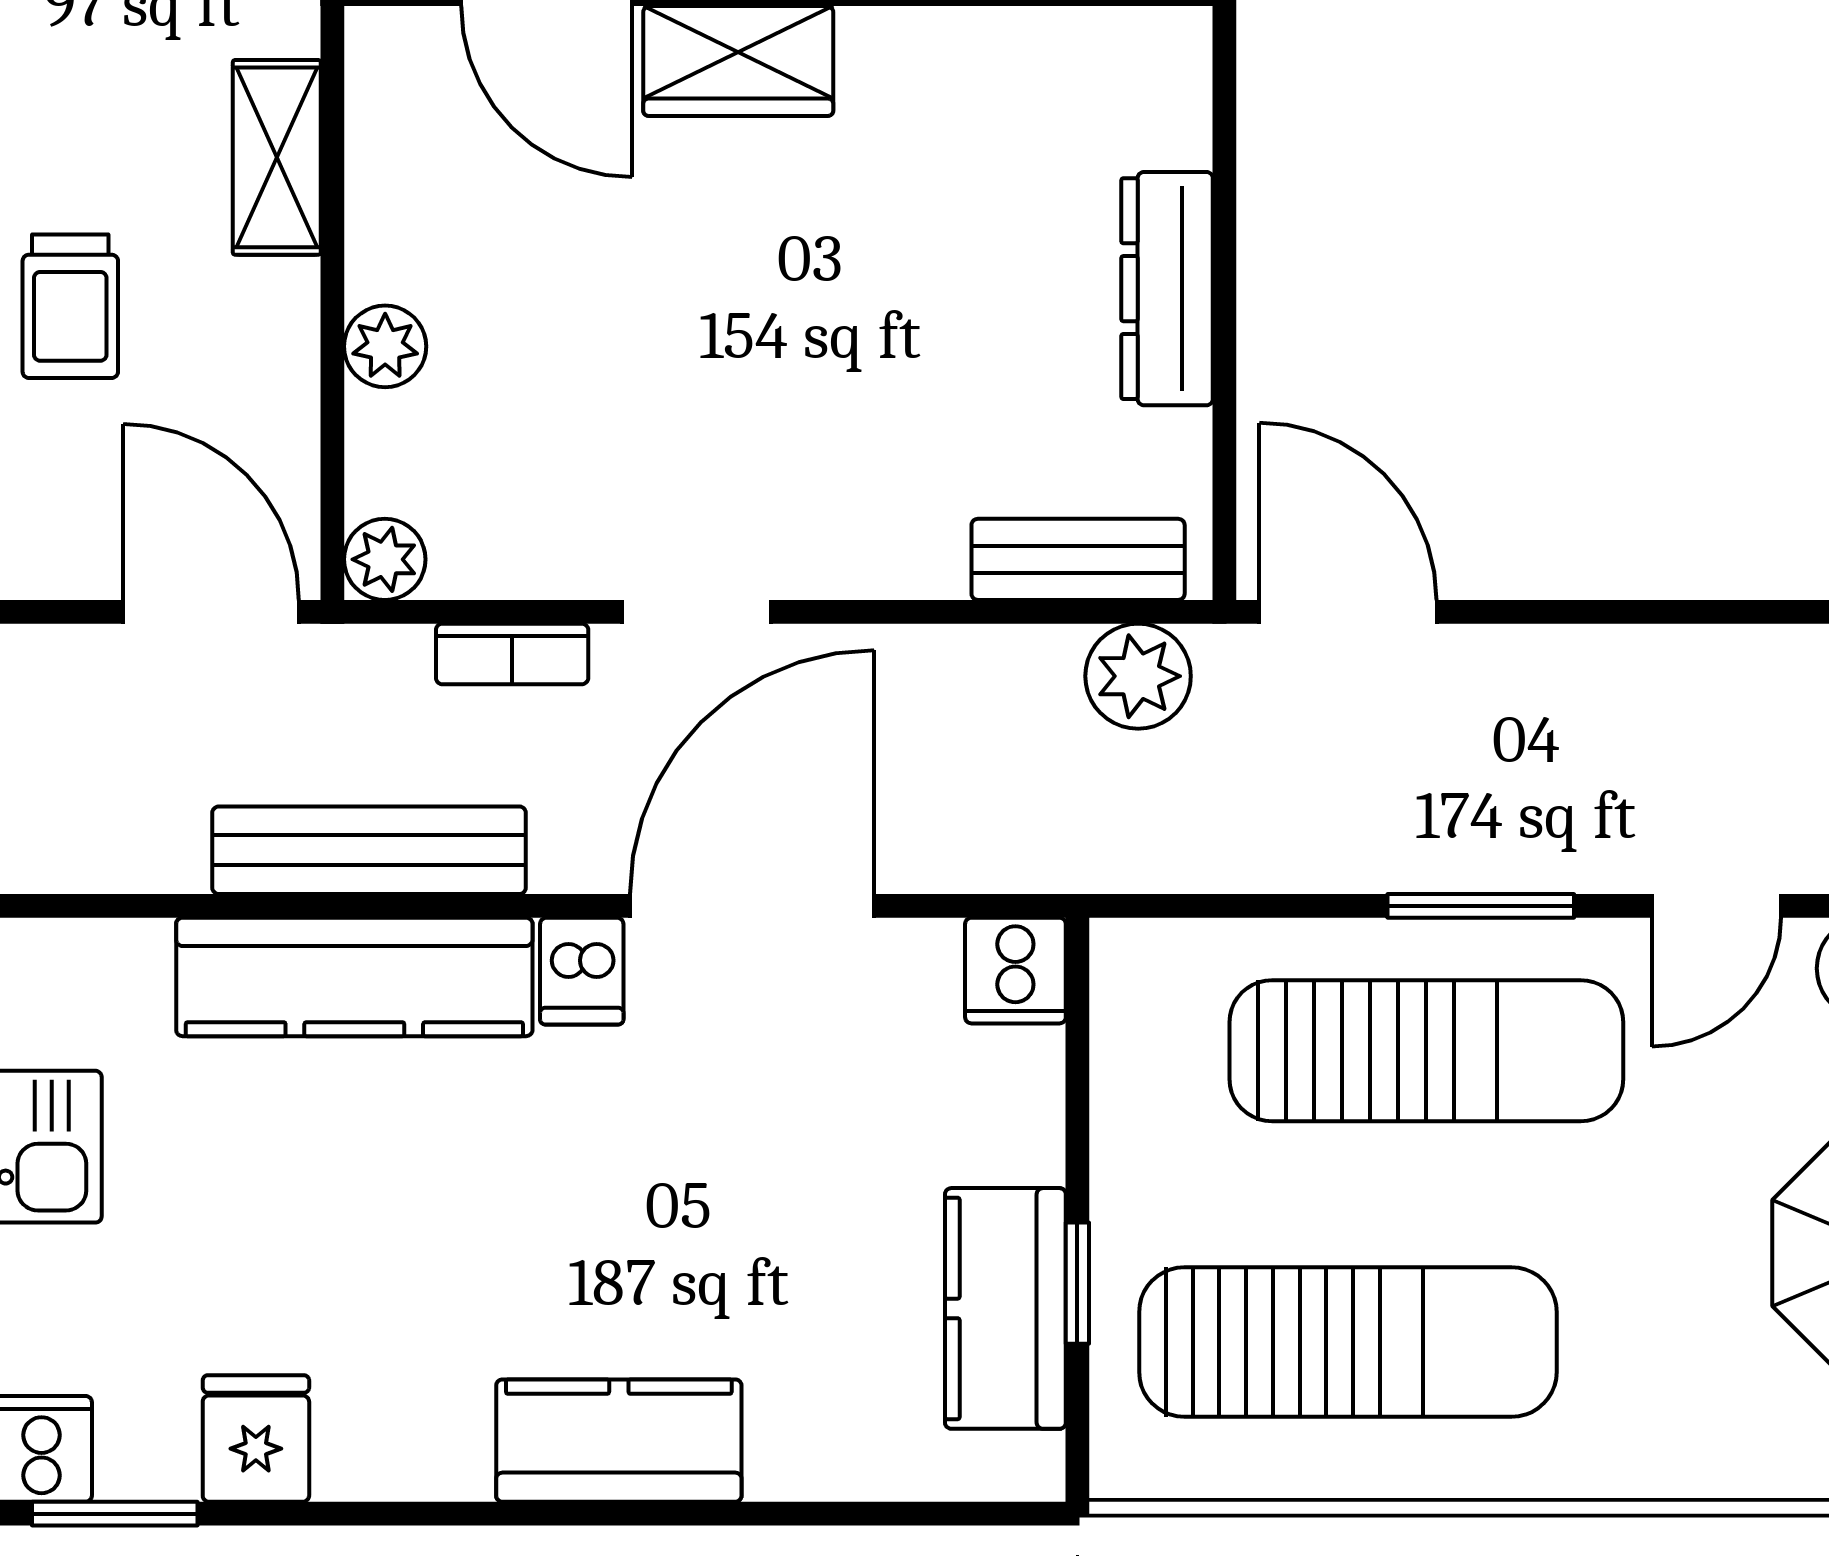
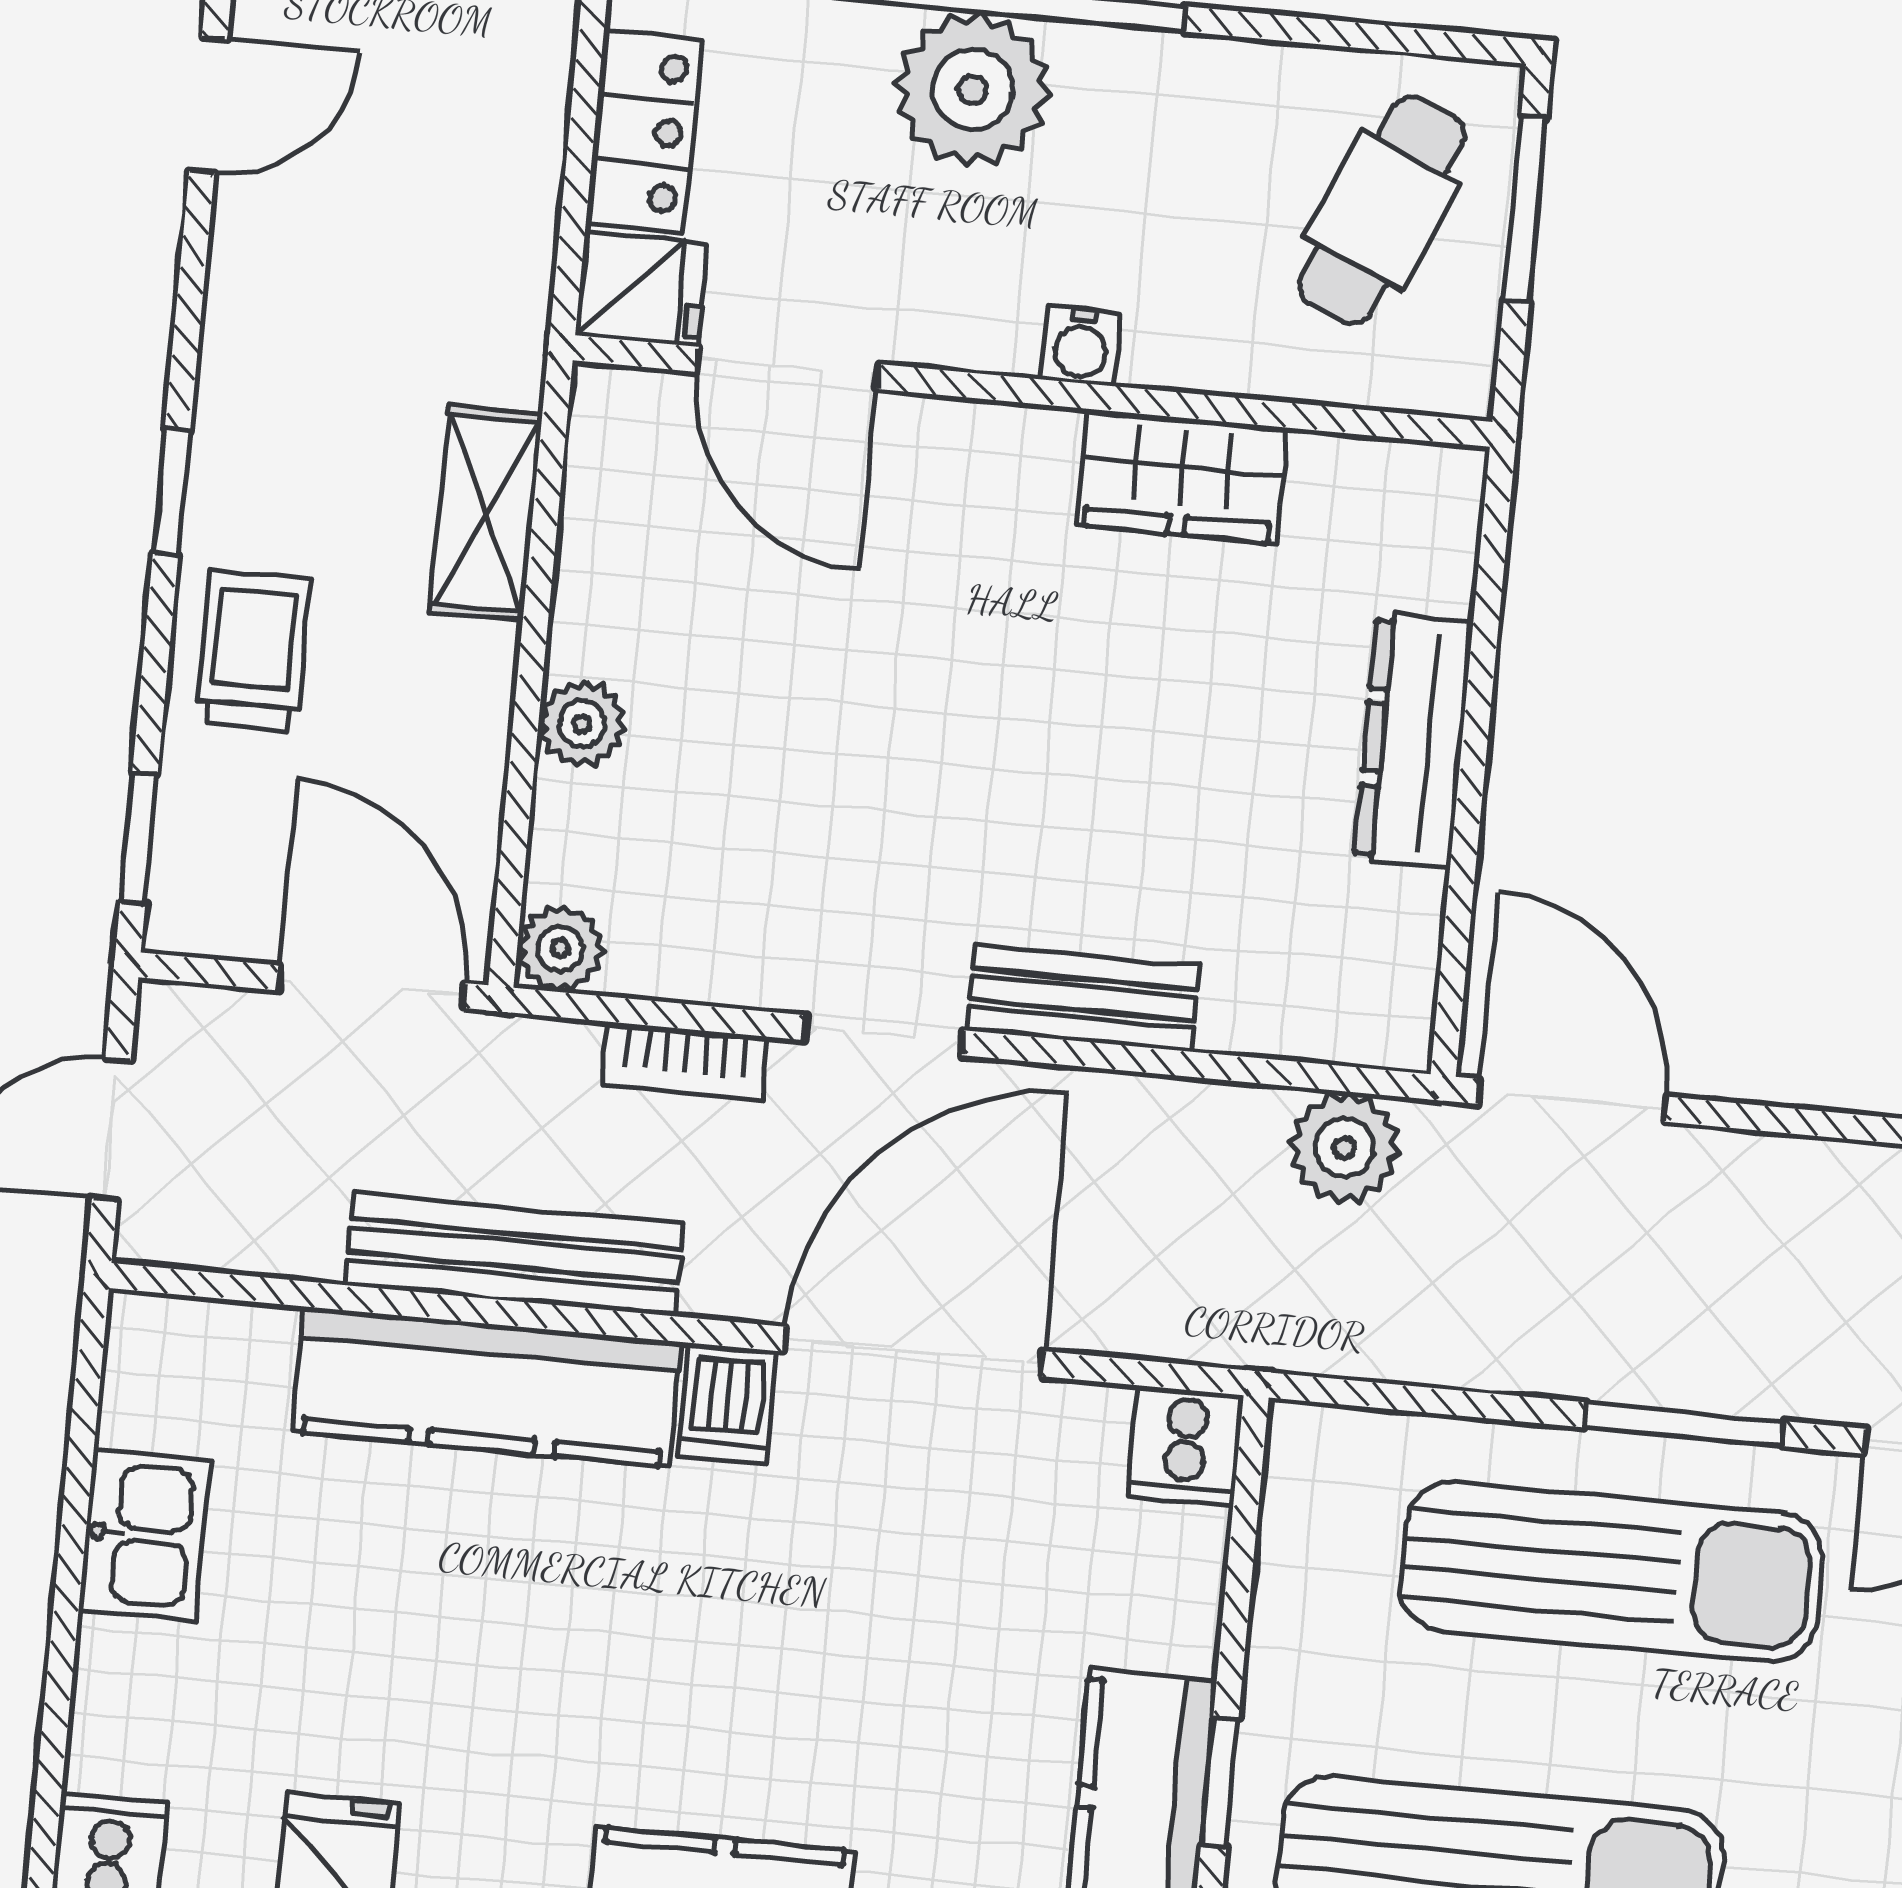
wardrobe: (738, 61) -> (1181, 476), moved
trolley: (70, 306) -> (253, 650), turned 180
bench: (1078, 559) -> (1083, 998), moved

